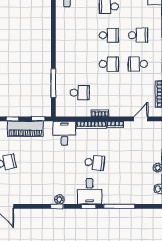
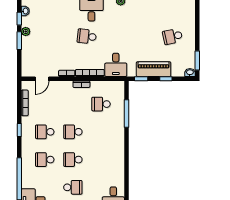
school desk: (138, 64) -> (45, 132), turned 180

